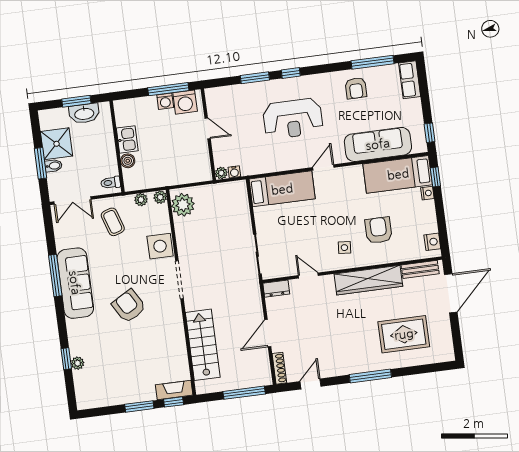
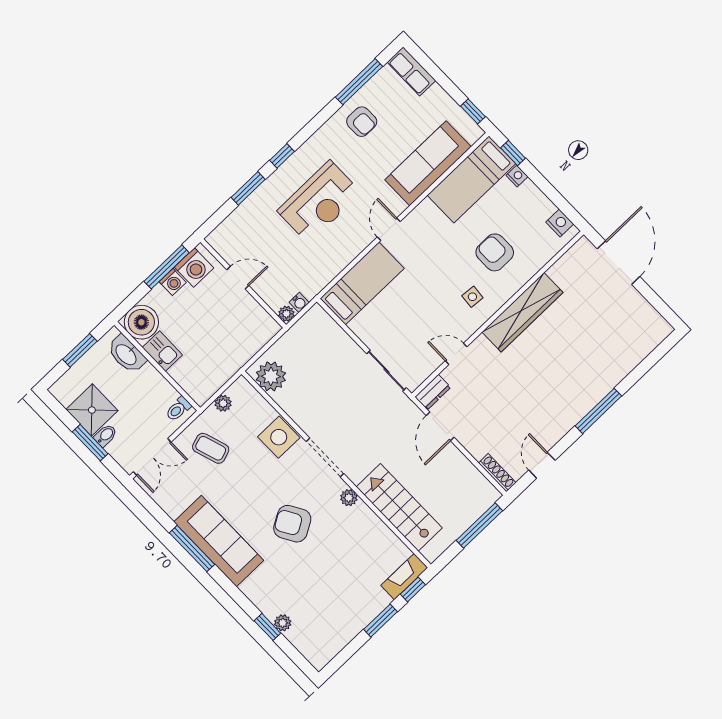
washbasin: (84, 113) -> (126, 354), moved, turned 90
boiler: (128, 161) -> (141, 322), moved, width x1.86, depth x1.86
plant: (160, 197) -> (349, 498), moved
bench: (420, 269) -> (568, 261), removed
door: (268, 333) -> (440, 426), moved
rug: (404, 334) -> (601, 342), removed

